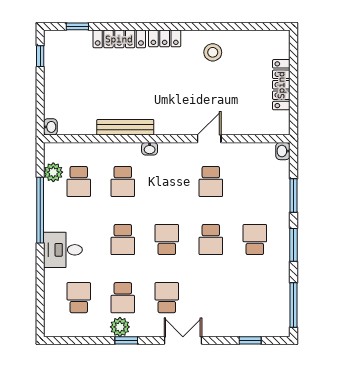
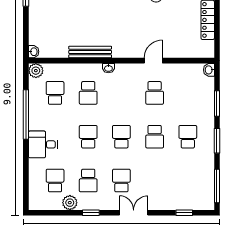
plant: (53, 172) -> (36, 71), moved
school desk: (79, 181) -> (55, 93), turned 180
school desk: (123, 240) -> (88, 137), turned 180
plant: (120, 327) -> (70, 203), moved

